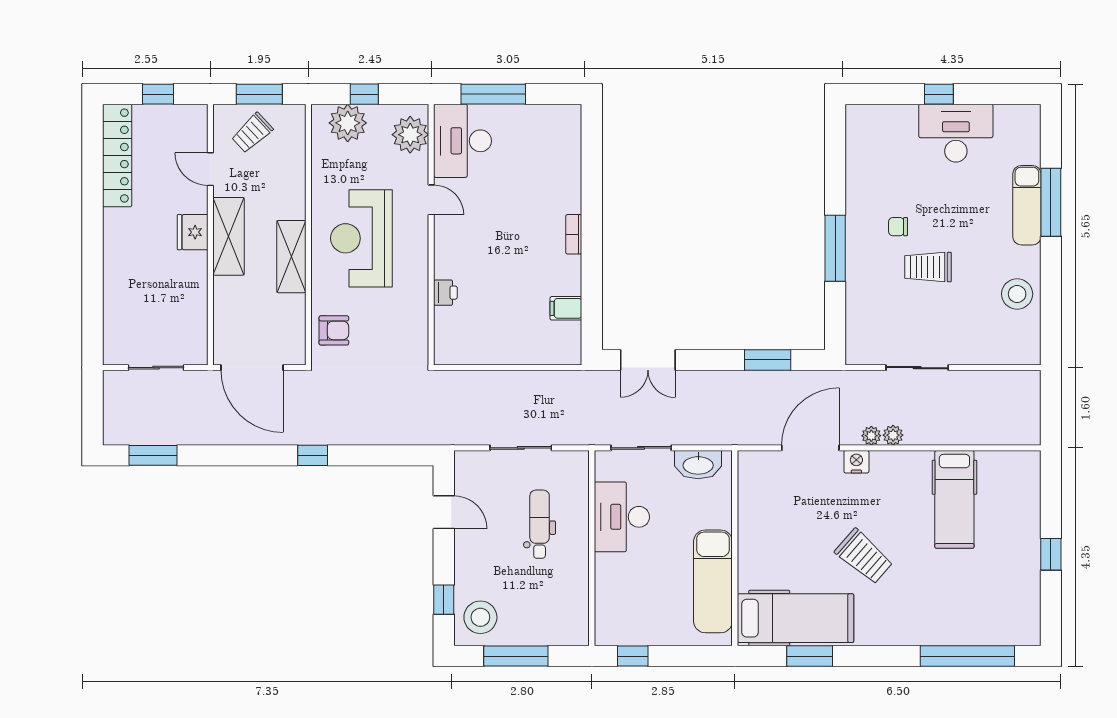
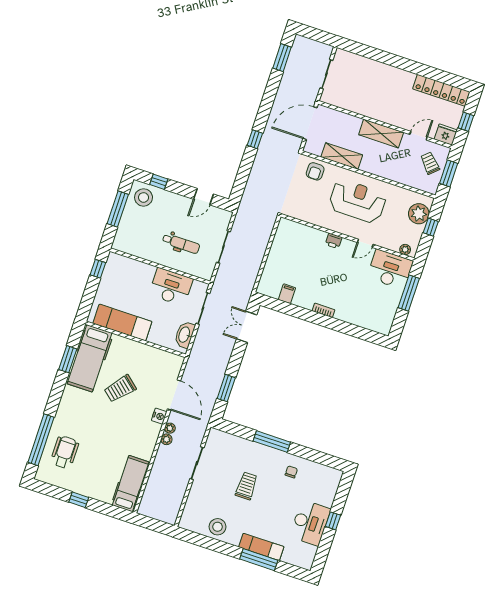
plant: (410, 135) -> (405, 250), width x0.53, depth x0.53
chair: (898, 227) -> (291, 472), moved
fridge: (193, 232) -> (446, 135), moved
shelving: (291, 257) -> (342, 156), moved
printer: (445, 293) -> (334, 241), moved
hospital bed: (954, 499) -> (131, 484), moved, turned 90
trolley: (864, 557) -> (120, 389), moved
wheelchair: (975, 607) -> (65, 452), added

